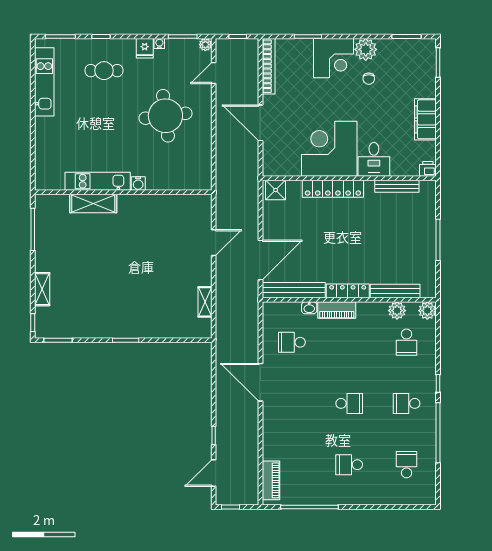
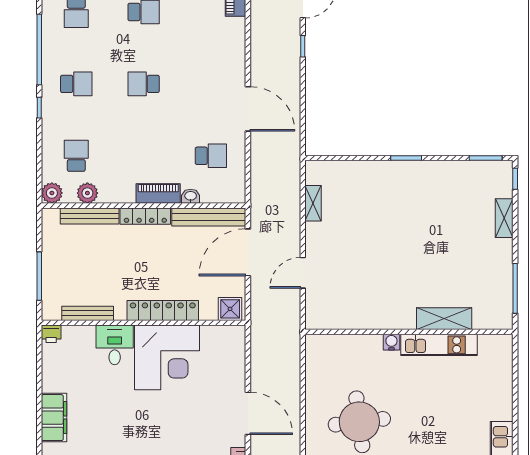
corner desk: (329, 149) -> (167, 357), moved
desk: (374, 159) -> (115, 345), moved
printer: (428, 169) -> (51, 334), moved
wall: (349, 178) -> (144, 323), moved
bench: (397, 186) -> (88, 313), moved
locker: (333, 189) -> (163, 310), moved
shower: (276, 190) -> (230, 309), moved

